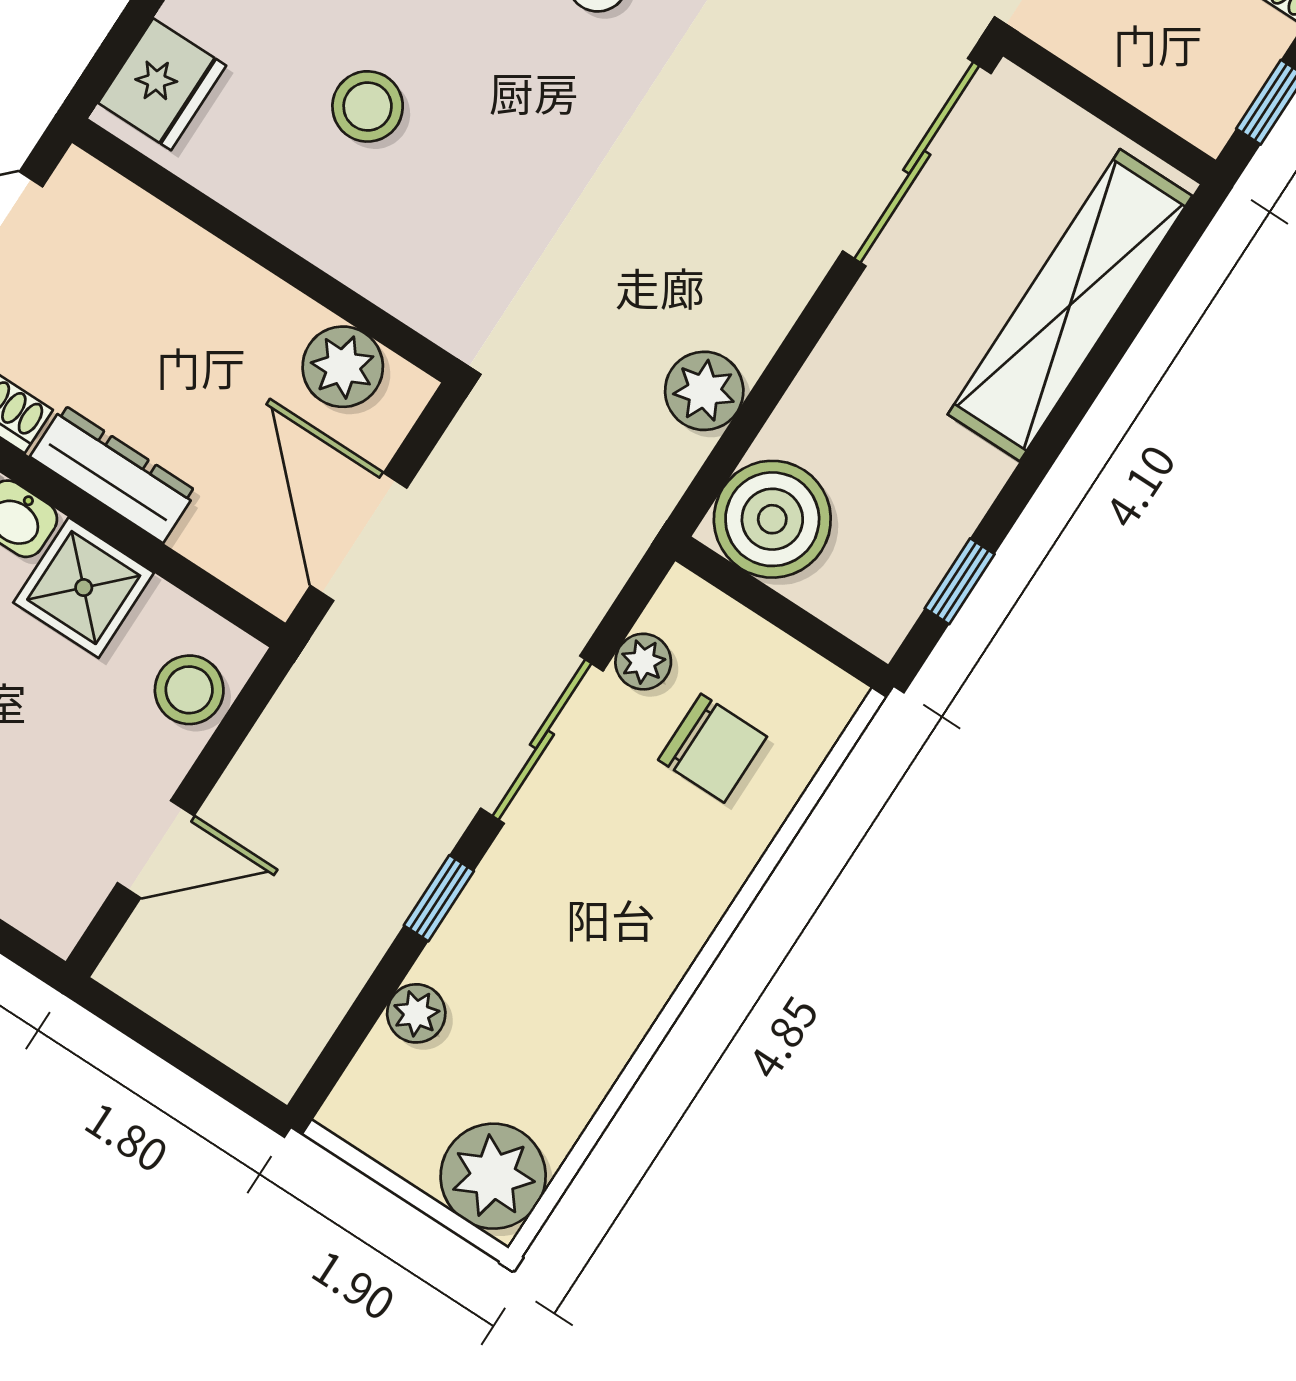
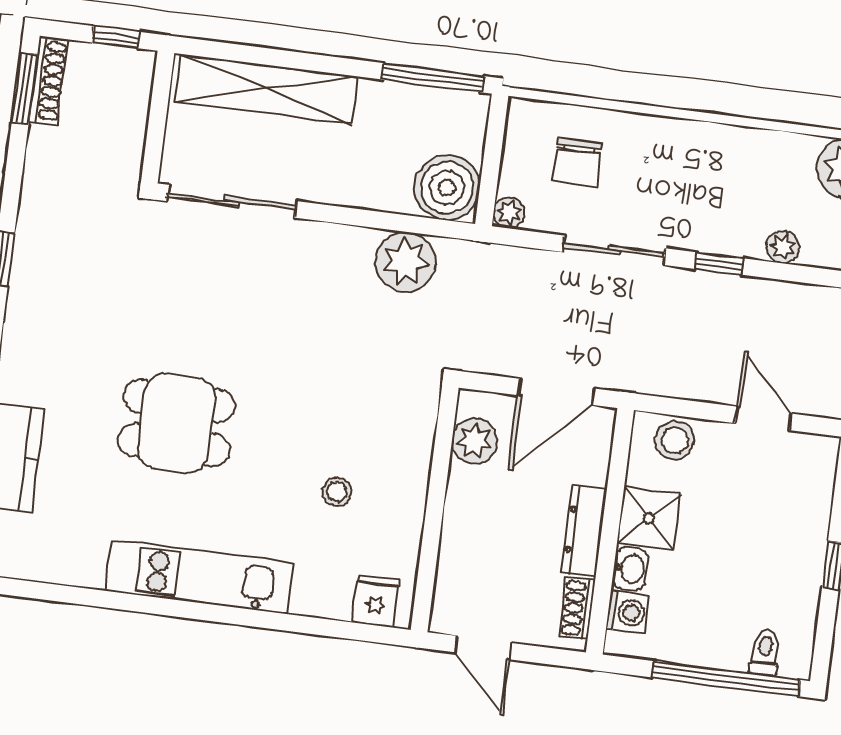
fridge: (162, 84) -> (376, 601), width x0.72
stool: (368, 106) -> (337, 492), width x0.73, depth x0.73
plant: (704, 391) -> (406, 262), width x1.36, depth x1.36
window: (960, 581) -> (433, 78), width x2.17
plant: (643, 662) -> (509, 213), moved
chair: (713, 748) -> (577, 162), turned 180

